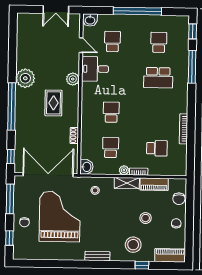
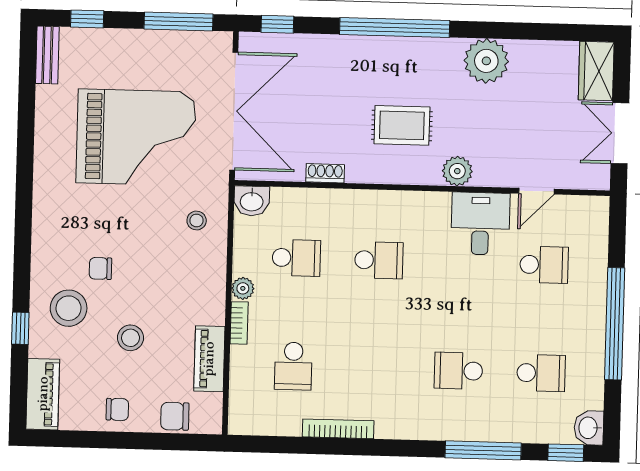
wardrobe: (29, 20) -> (596, 71), added
washbasin: (90, 20) -> (589, 428), moved
plant: (25, 78) -> (486, 61), moved
school desk: (158, 78) -> (458, 371), width x0.54
shelving: (127, 183) -> (213, 295), removed
chair: (24, 222) -> (100, 268), moved
bench: (97, 256) -> (47, 55), moved

